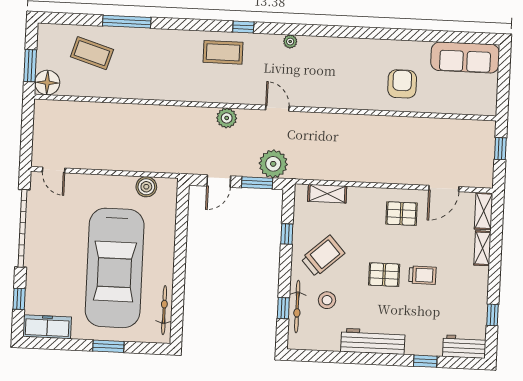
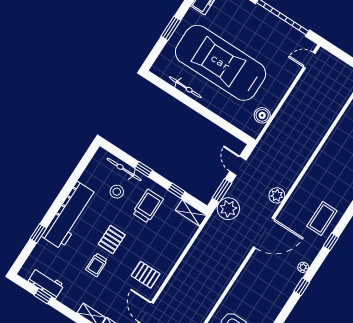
window: (313, 30) -> (302, 287), added
door: (277, 108) -> (264, 233), width x1.87
shelving: (327, 194) -> (191, 213), moved, turned 90
pallet: (401, 214) -> (146, 275), turned 90
trolley: (323, 256) -> (148, 206), turned -138
window: (283, 308) -> (144, 169), moved
bicycle: (164, 310) -> (185, 87), moved
workbench: (373, 341) -> (69, 215), width x1.36, depth x1.32
workbench: (464, 347) -> (46, 283), moved, turned -90

